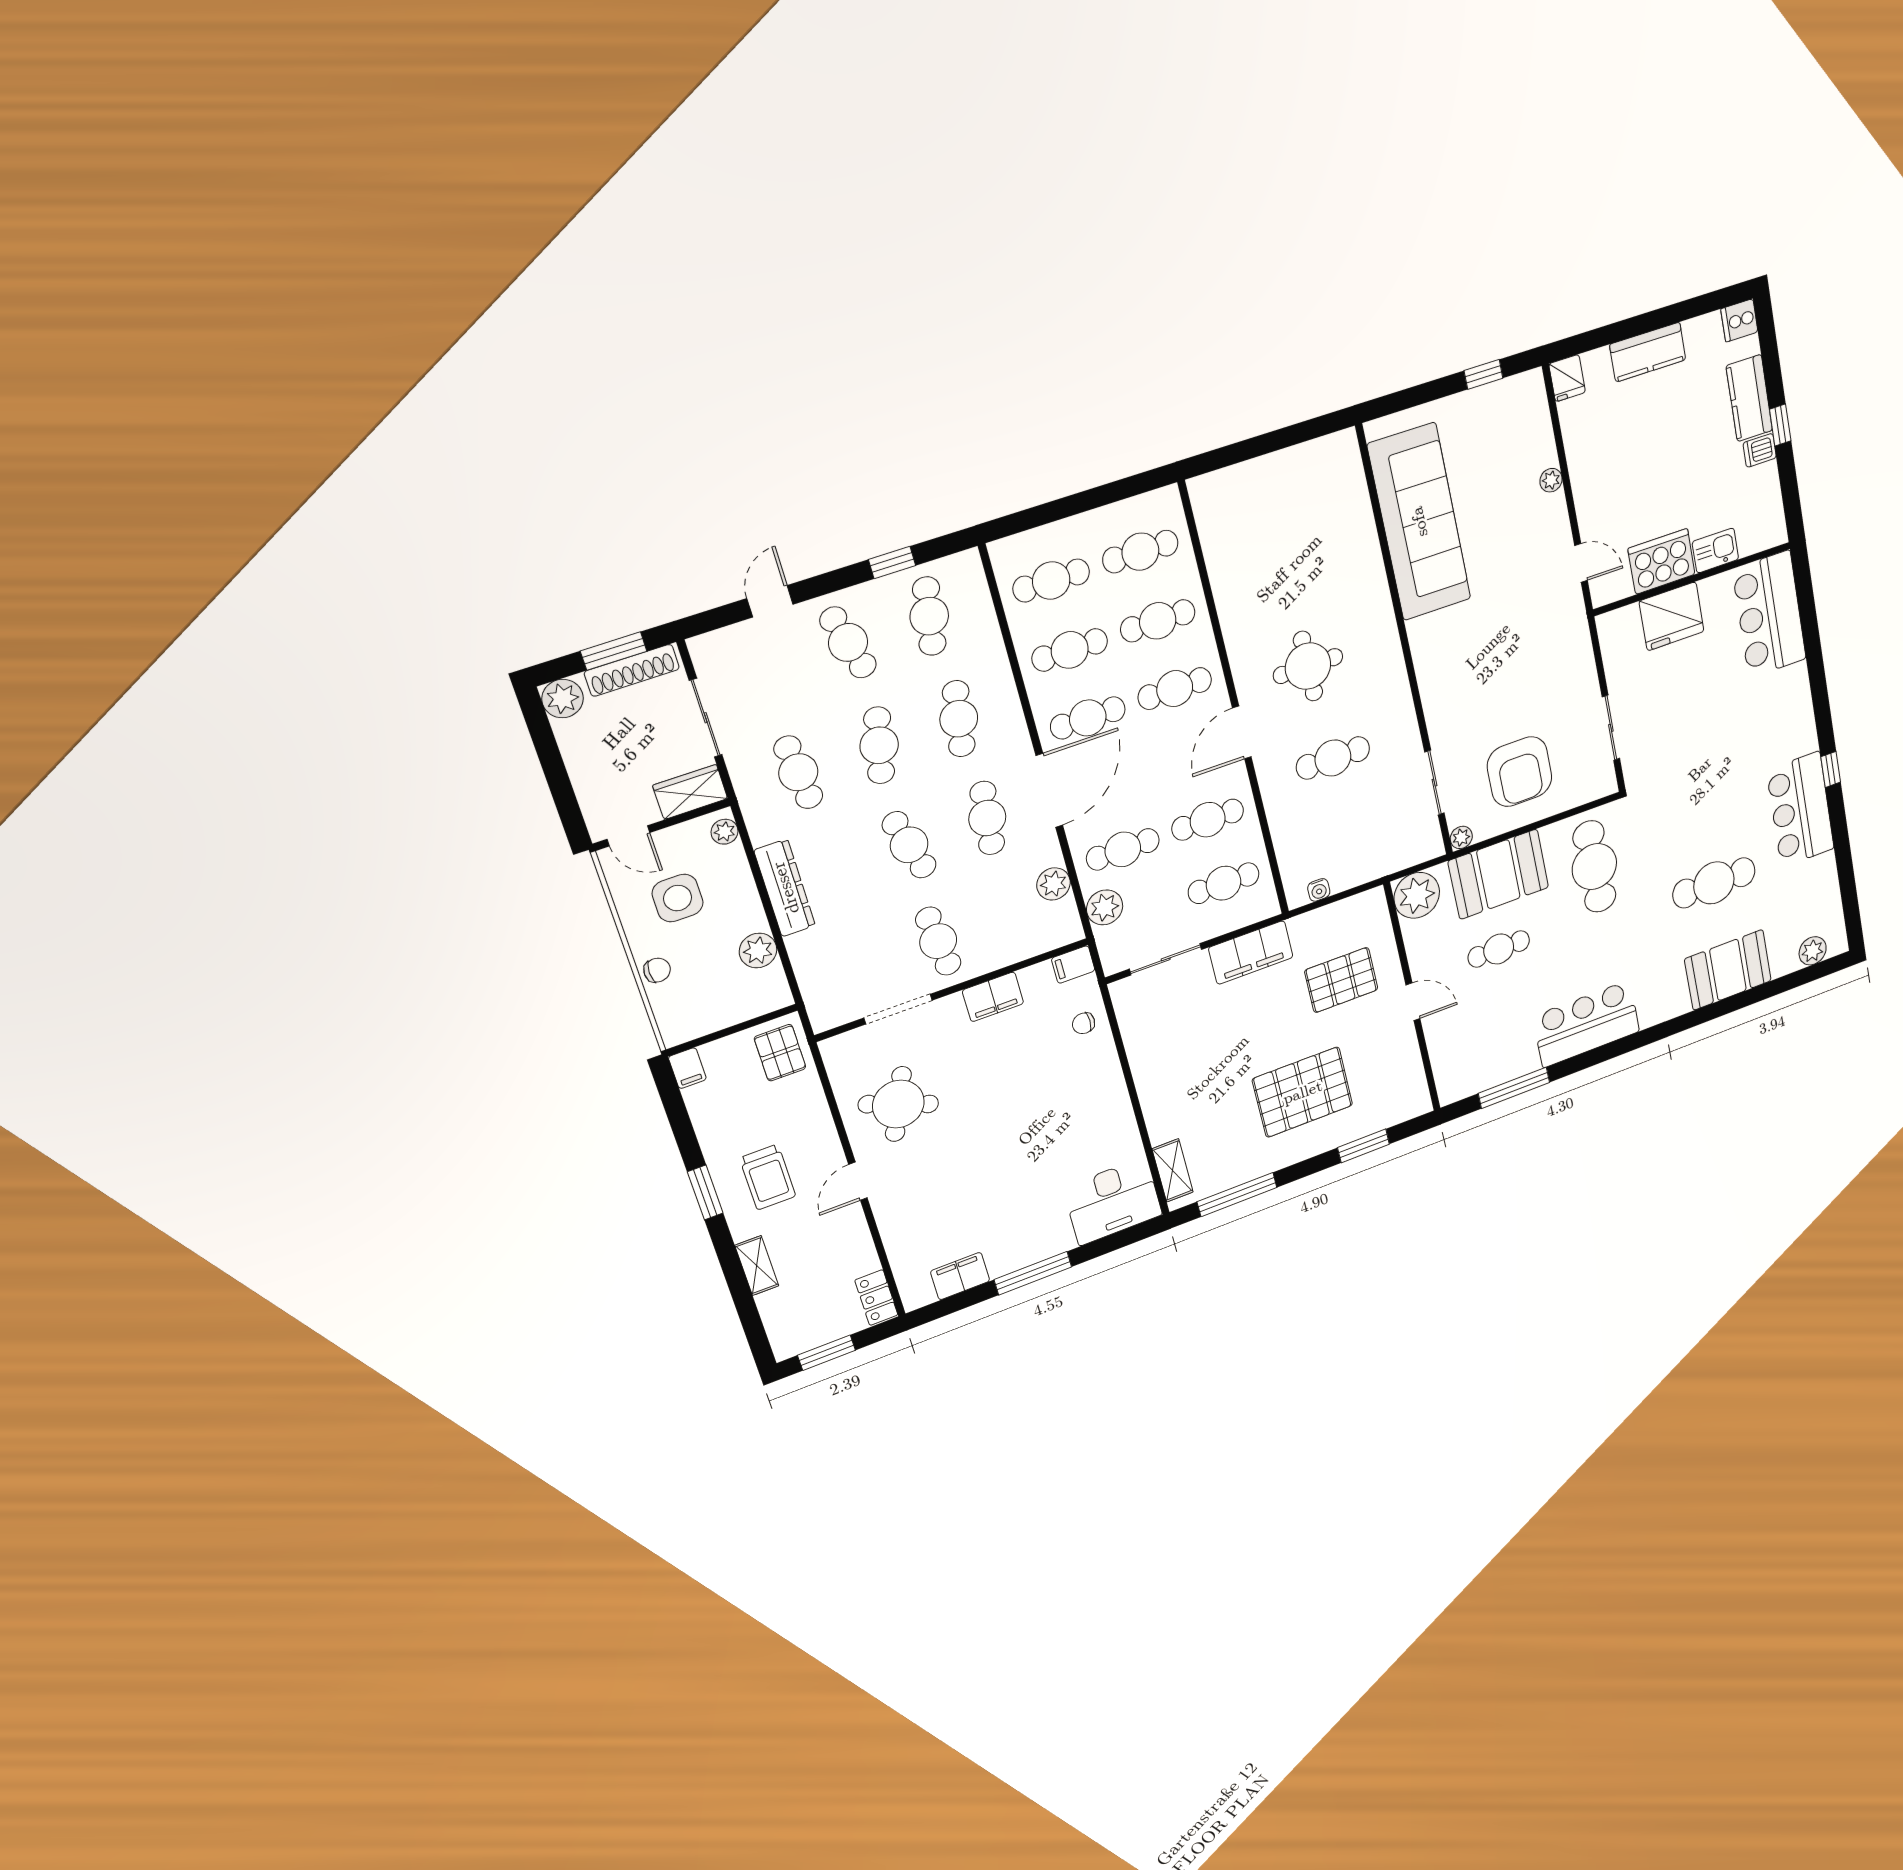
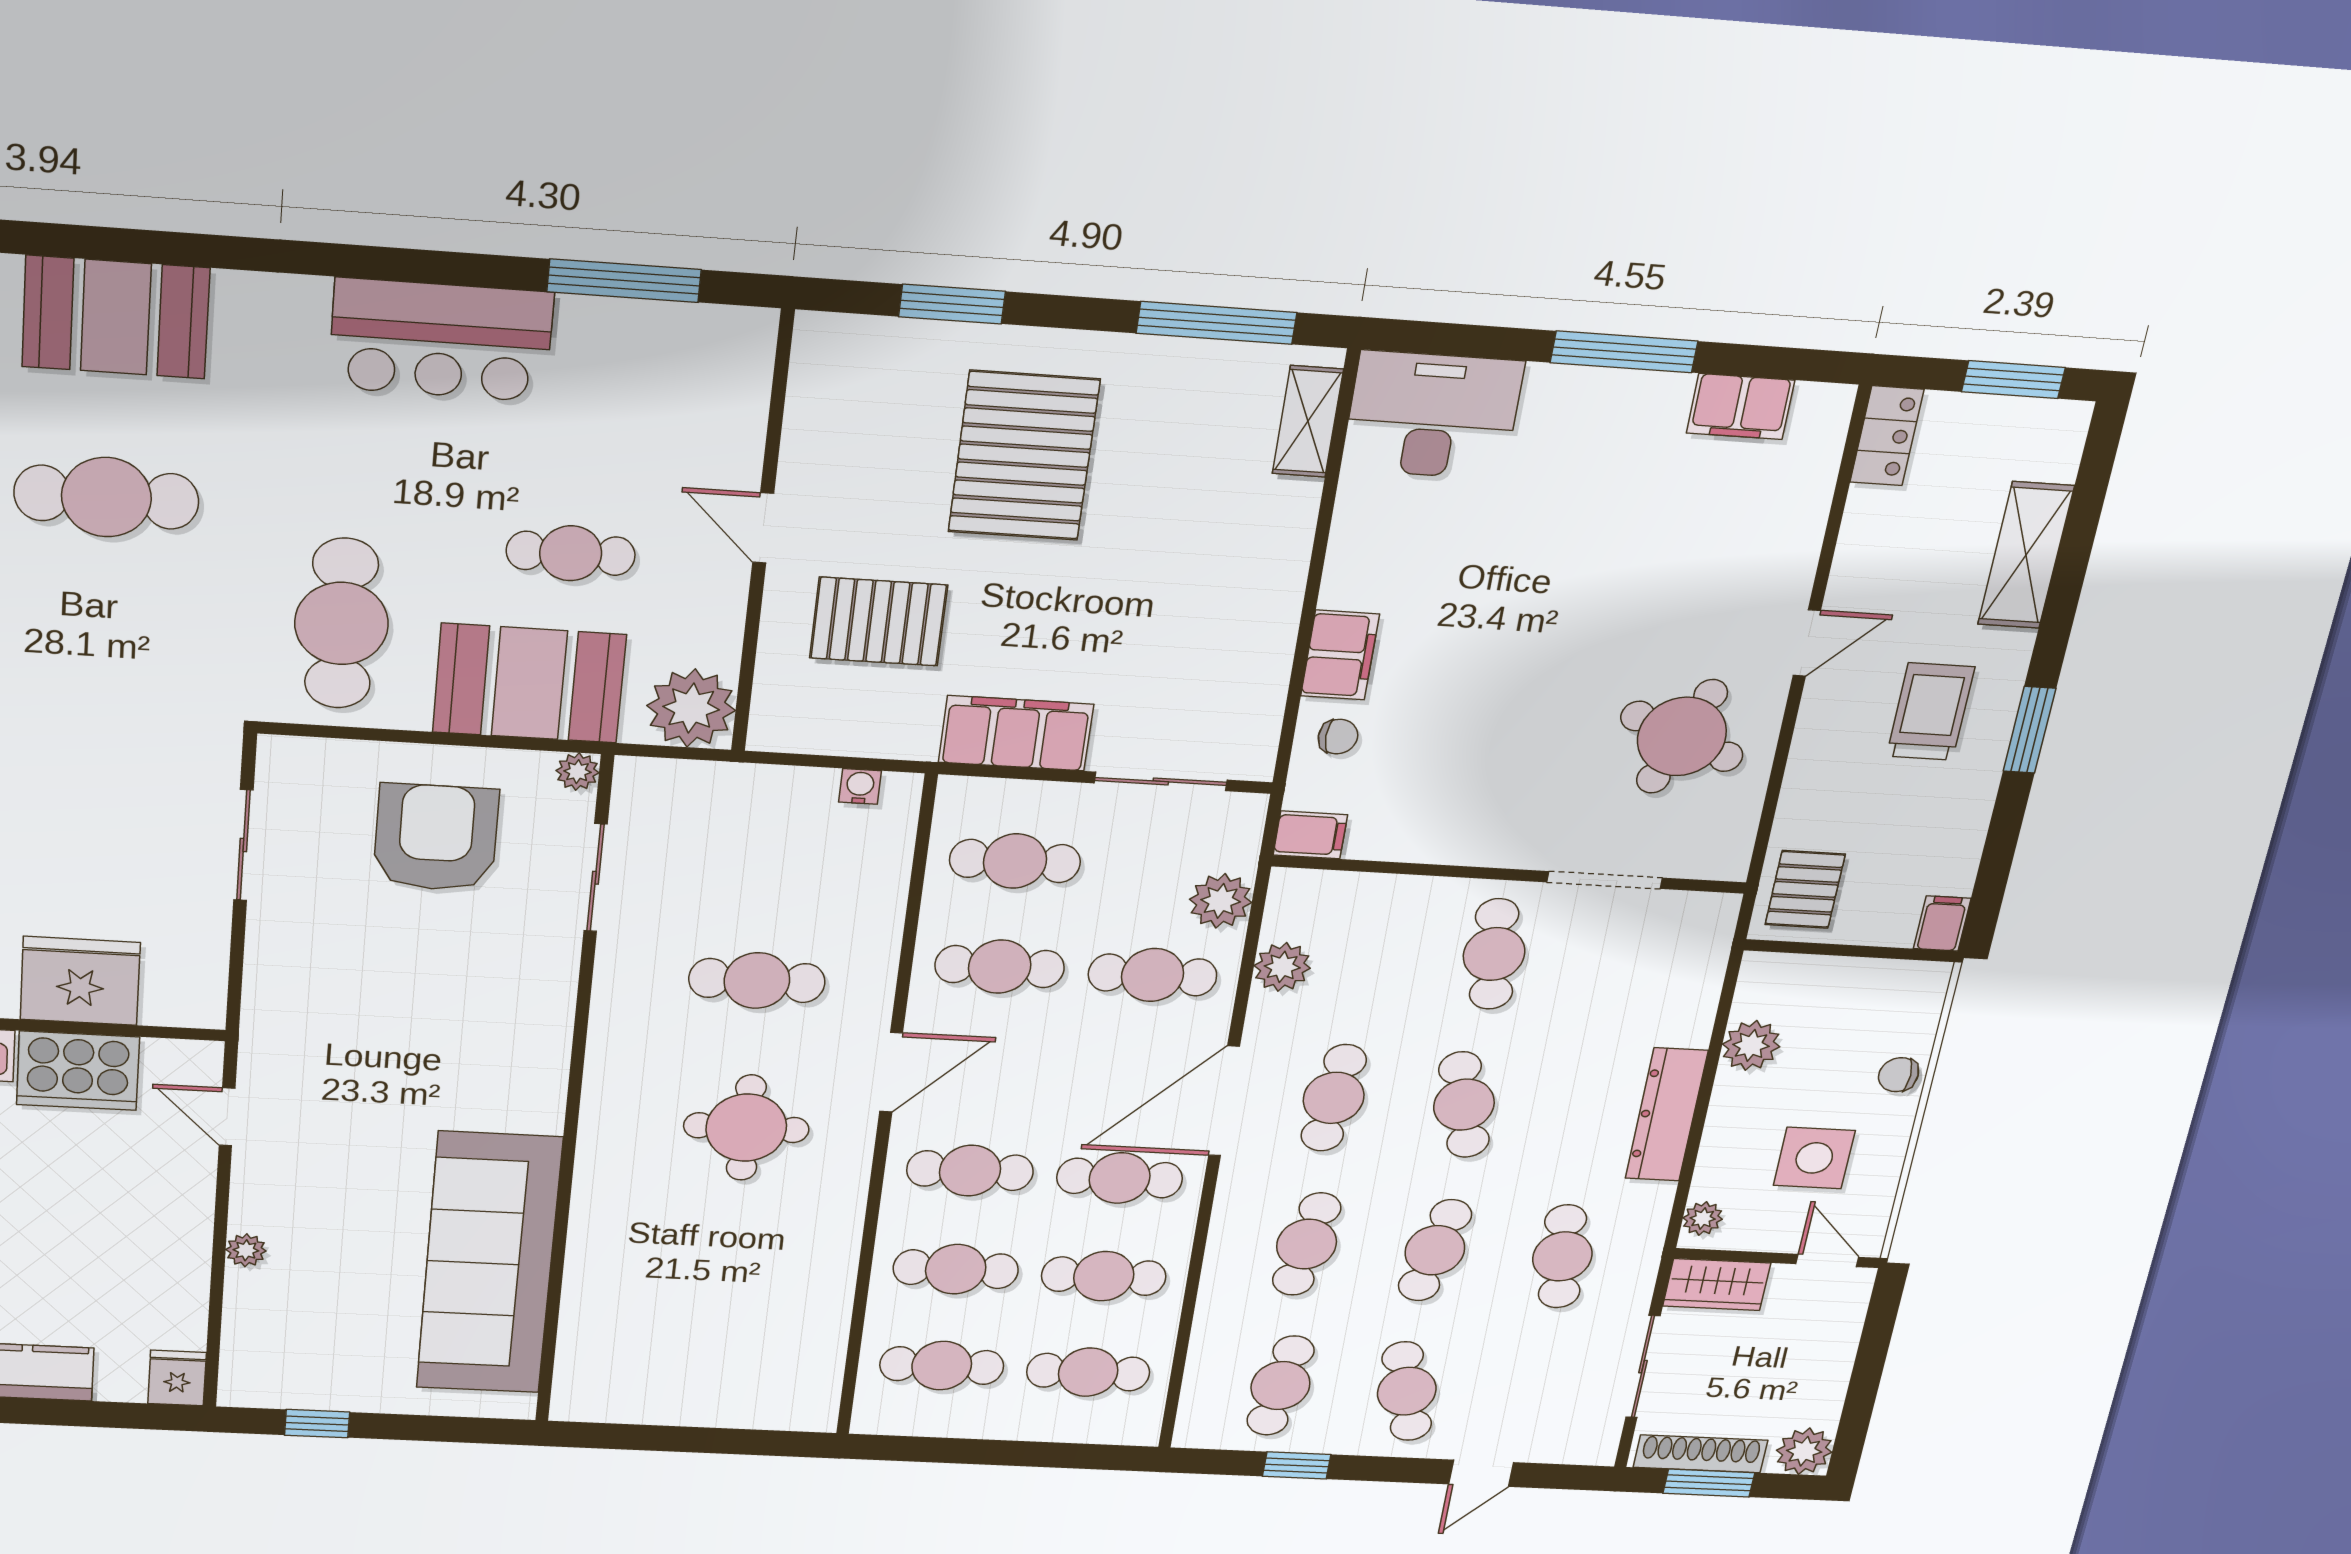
filing cabinet: (993, 997) -> (1340, 655), moved, turned 90
pallet: (1303, 1092) -> (1024, 456), turned 90
shelving: (757, 1266) -> (2026, 555), width x1.50, depth x1.33

